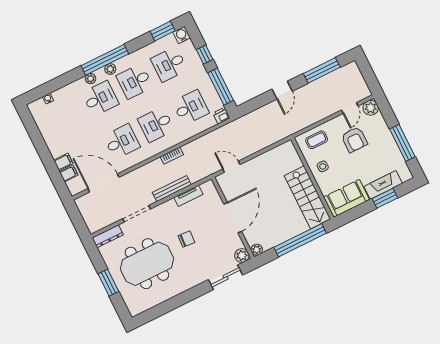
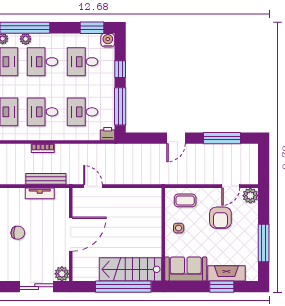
desk: (191, 107) -> (83, 112), turned 180
bench: (172, 189) -> (46, 179), moved
stairs: (307, 197) -> (131, 269), moved, turned 90
plant: (257, 250) -> (78, 275), removed

